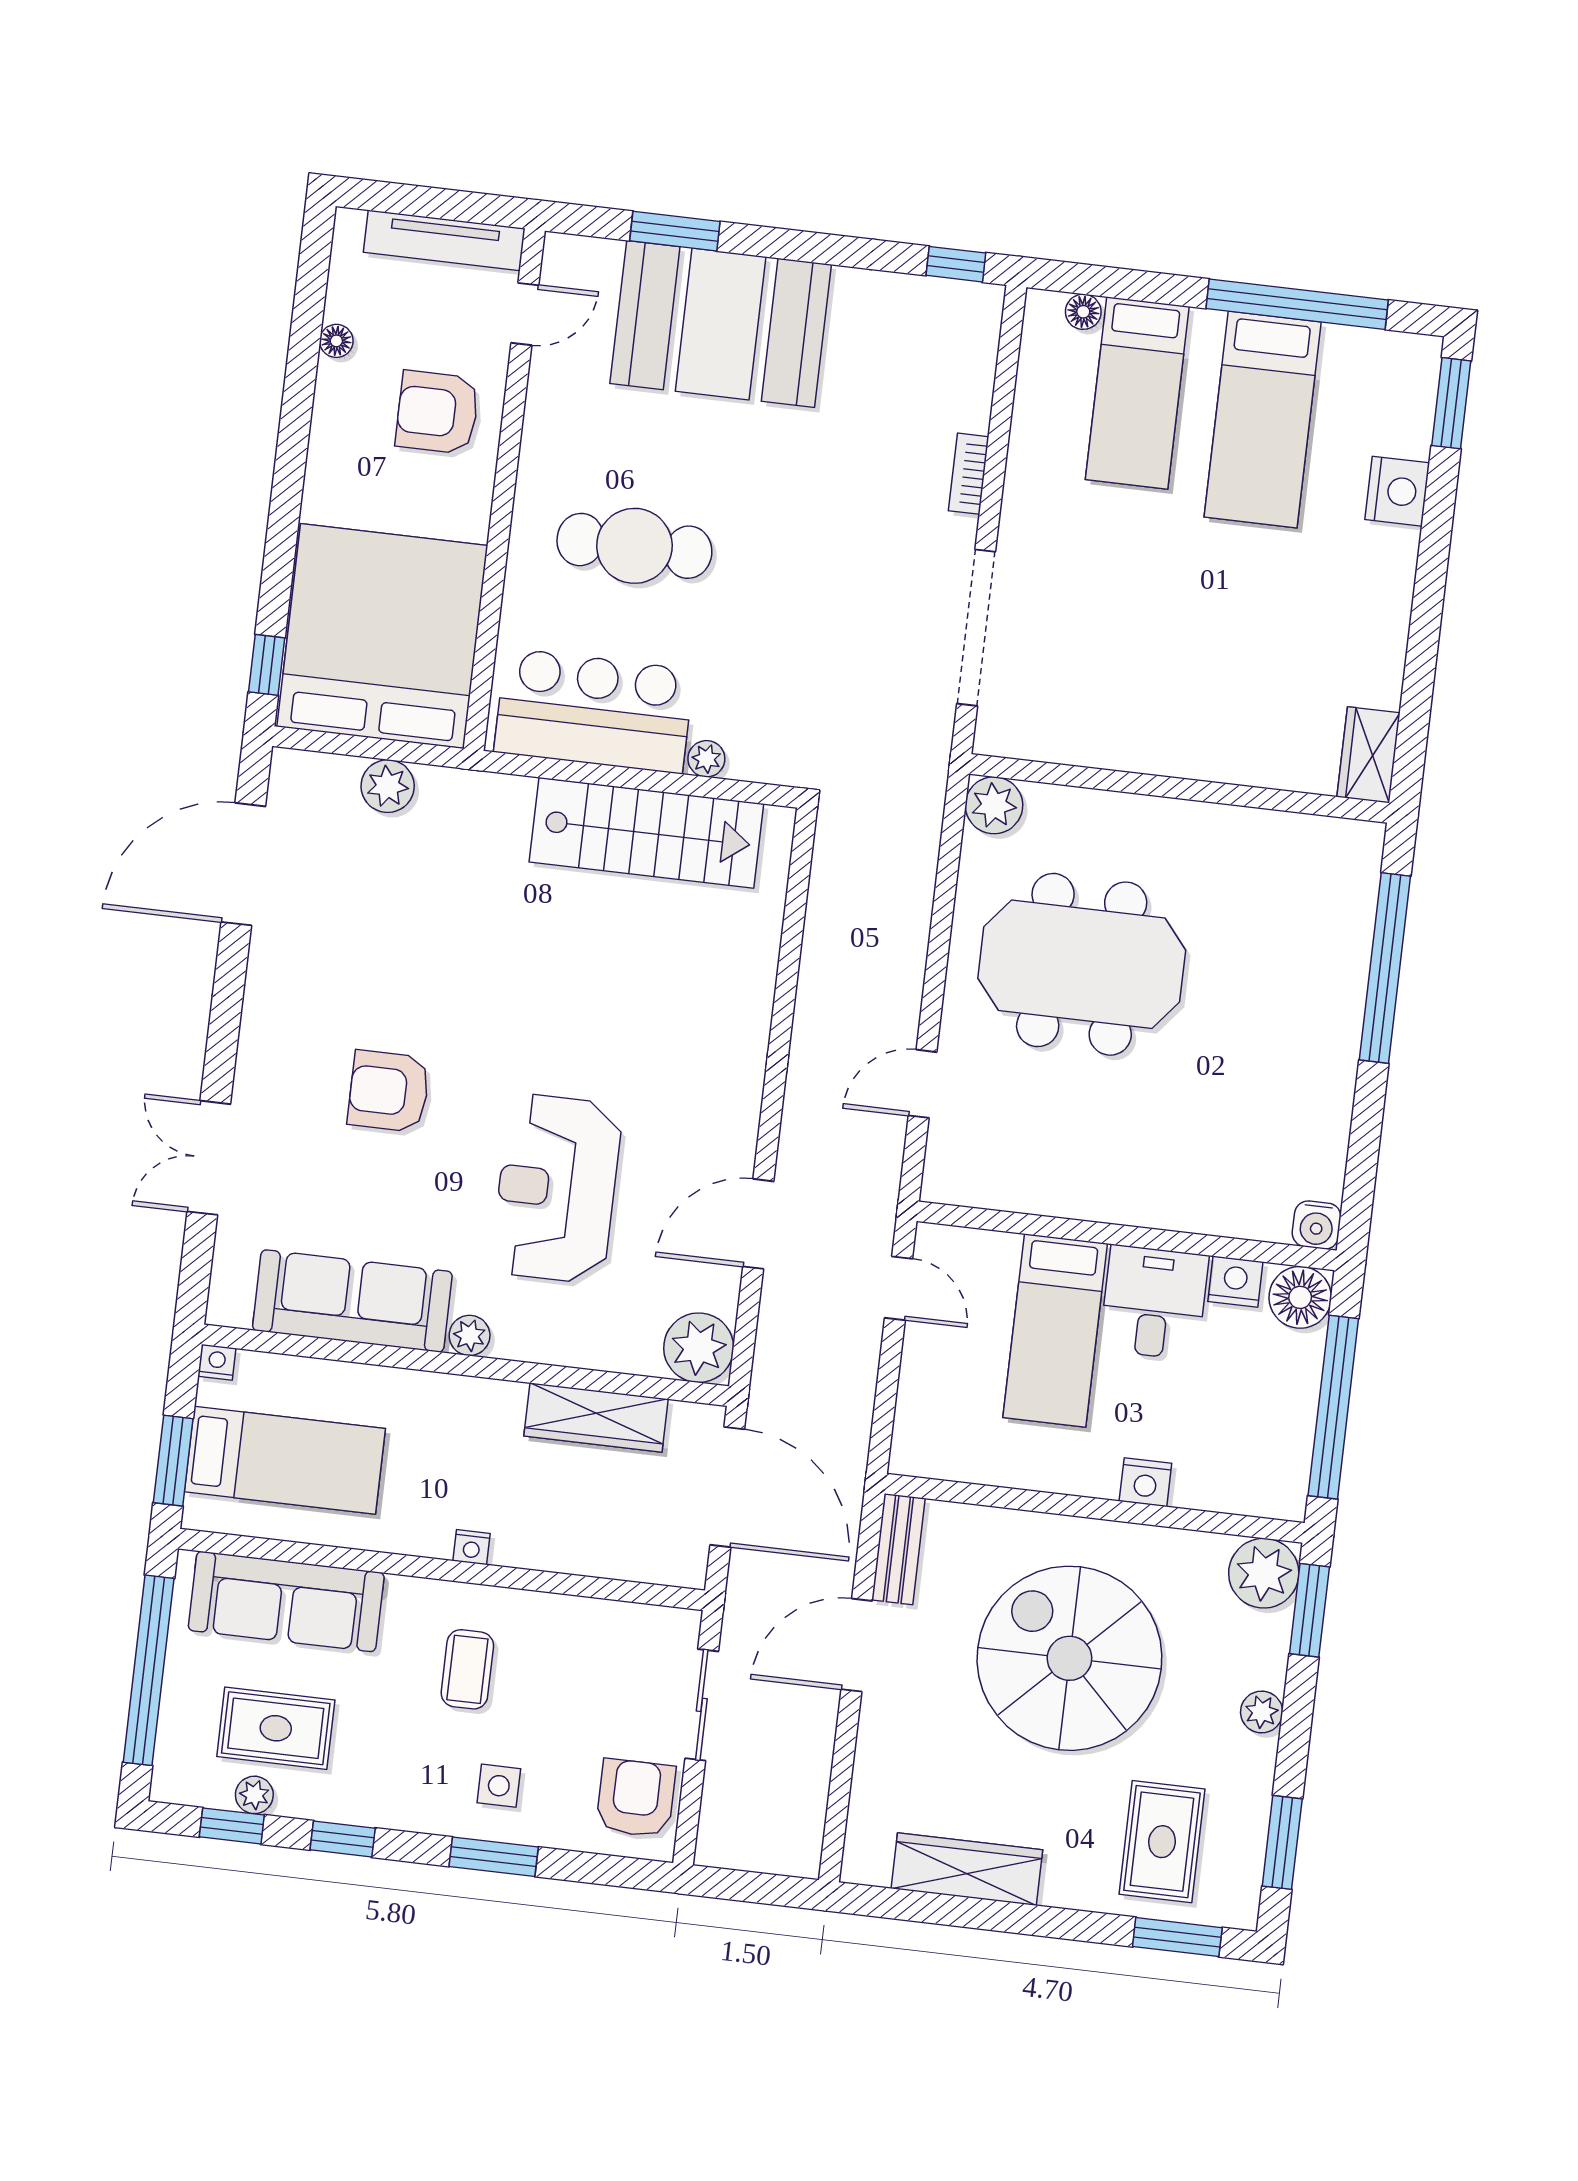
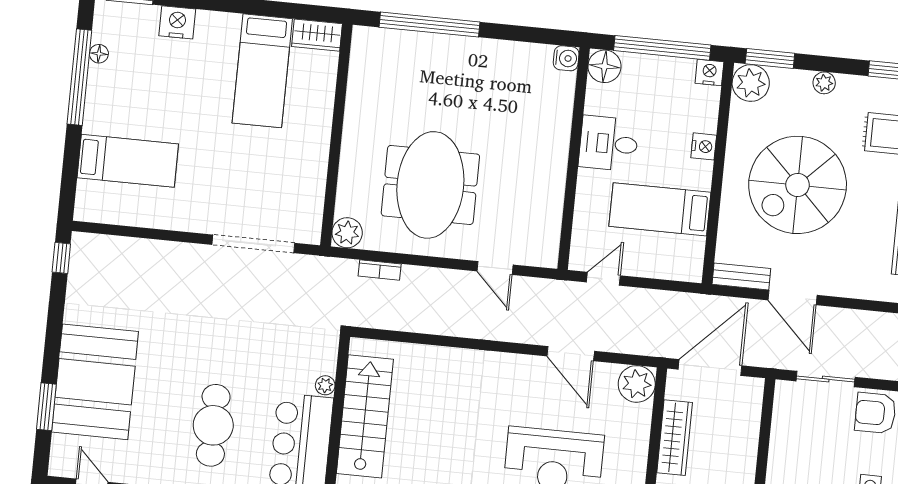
floor lamp: (1083, 312) -> (99, 54), moved
bed: (1263, 420) -> (262, 71), moved, turned 90
bookcase: (969, 474) -> (380, 270), moved
nightstand: (1235, 1282) -> (709, 73), moved, turned 90
bed: (1055, 1331) -> (660, 209), moved, turned 180

